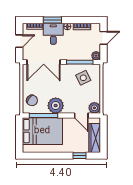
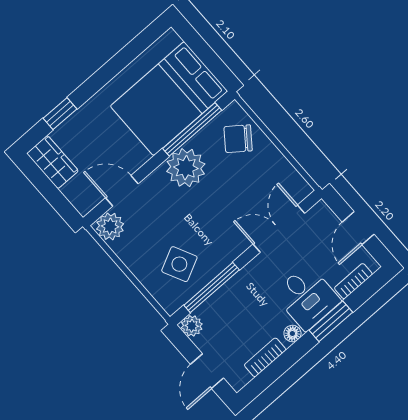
double door: (44, 62) -> (279, 229), width x0.73
wardrobe: (95, 138) -> (53, 162), width x0.67

